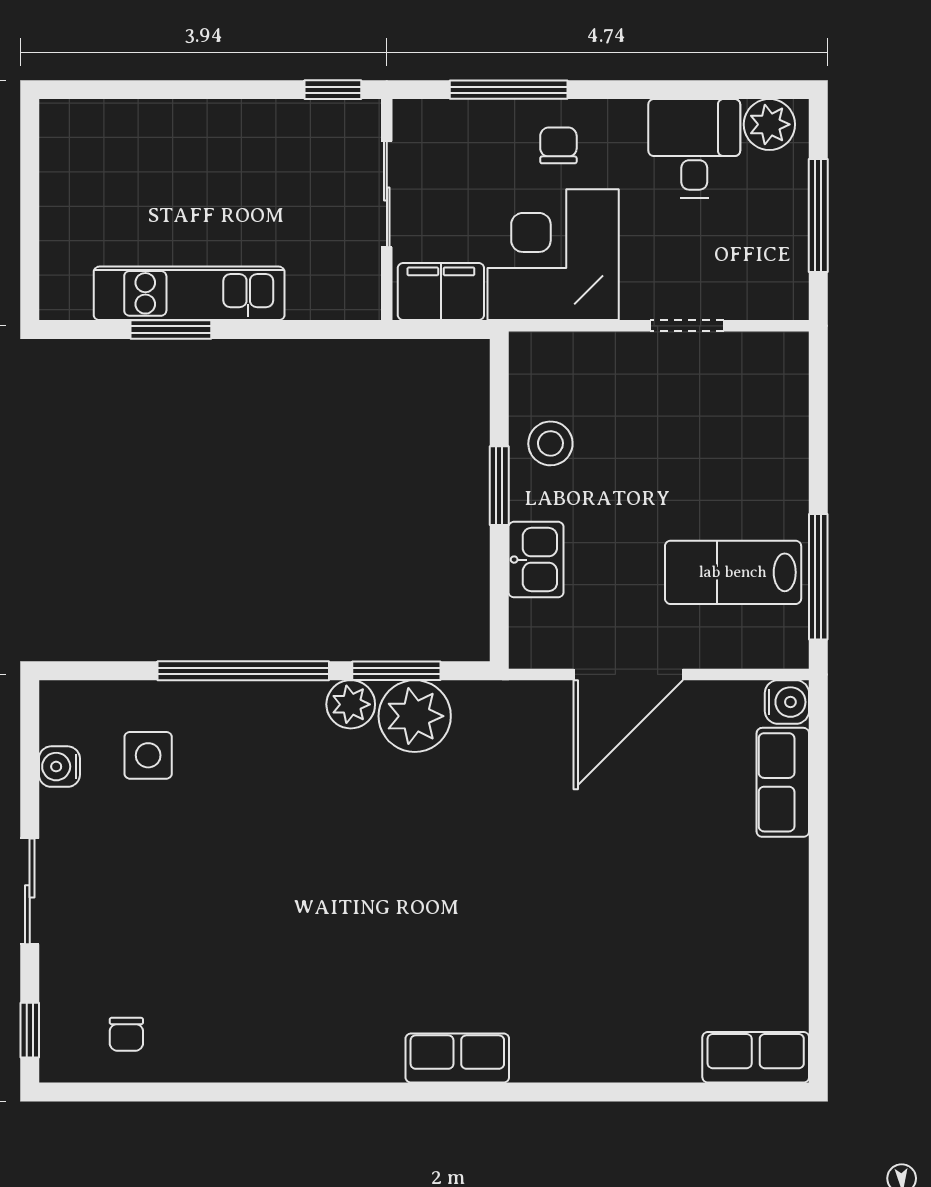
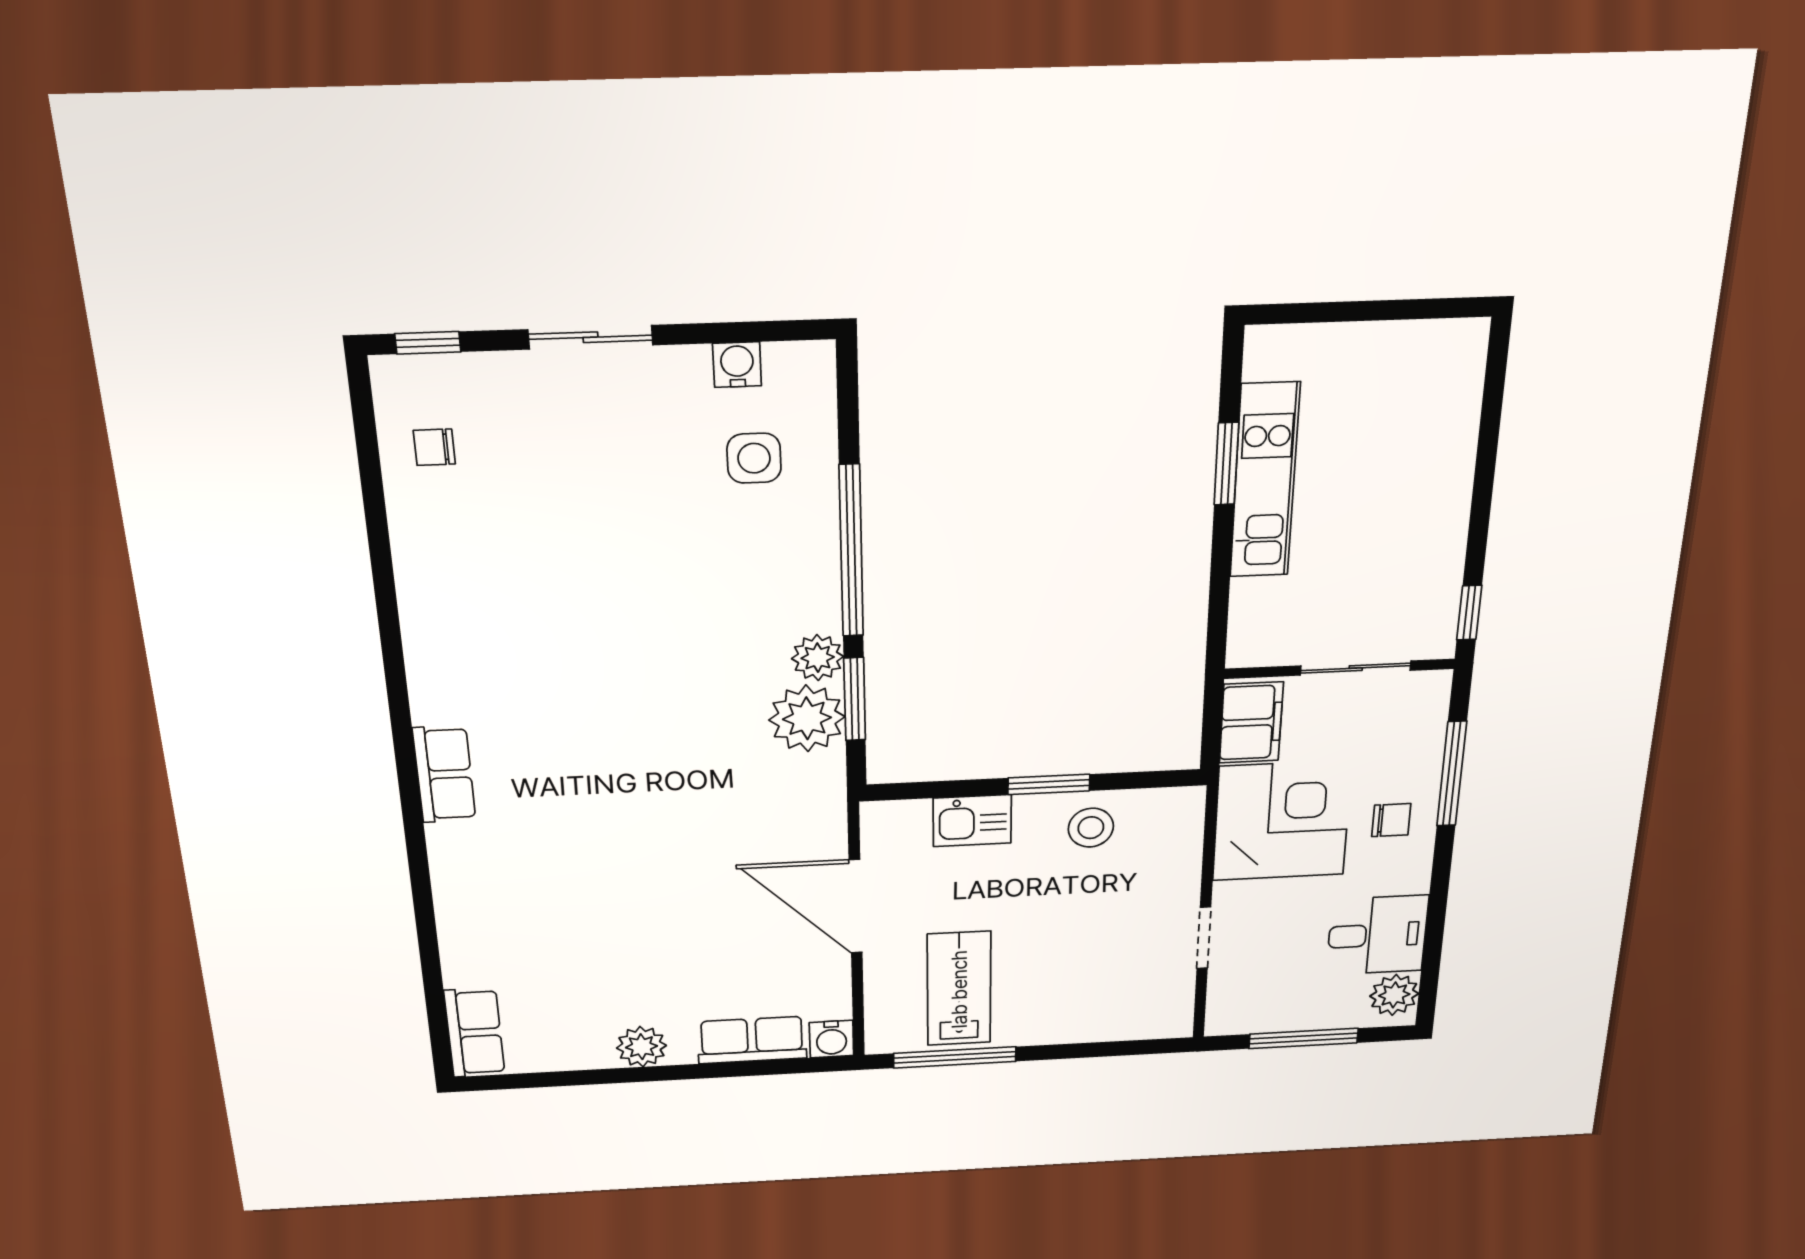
plant: (784, 893) -> (642, 1047), added

